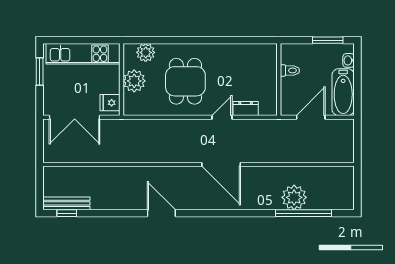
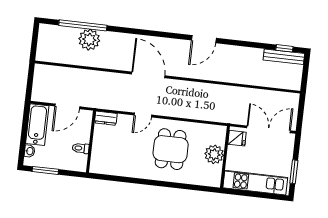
plant: (146, 52) -> (202, 178), removed
dresser: (246, 109) -> (106, 118), moved
door: (161, 213) -> (204, 39), hinge flipped

